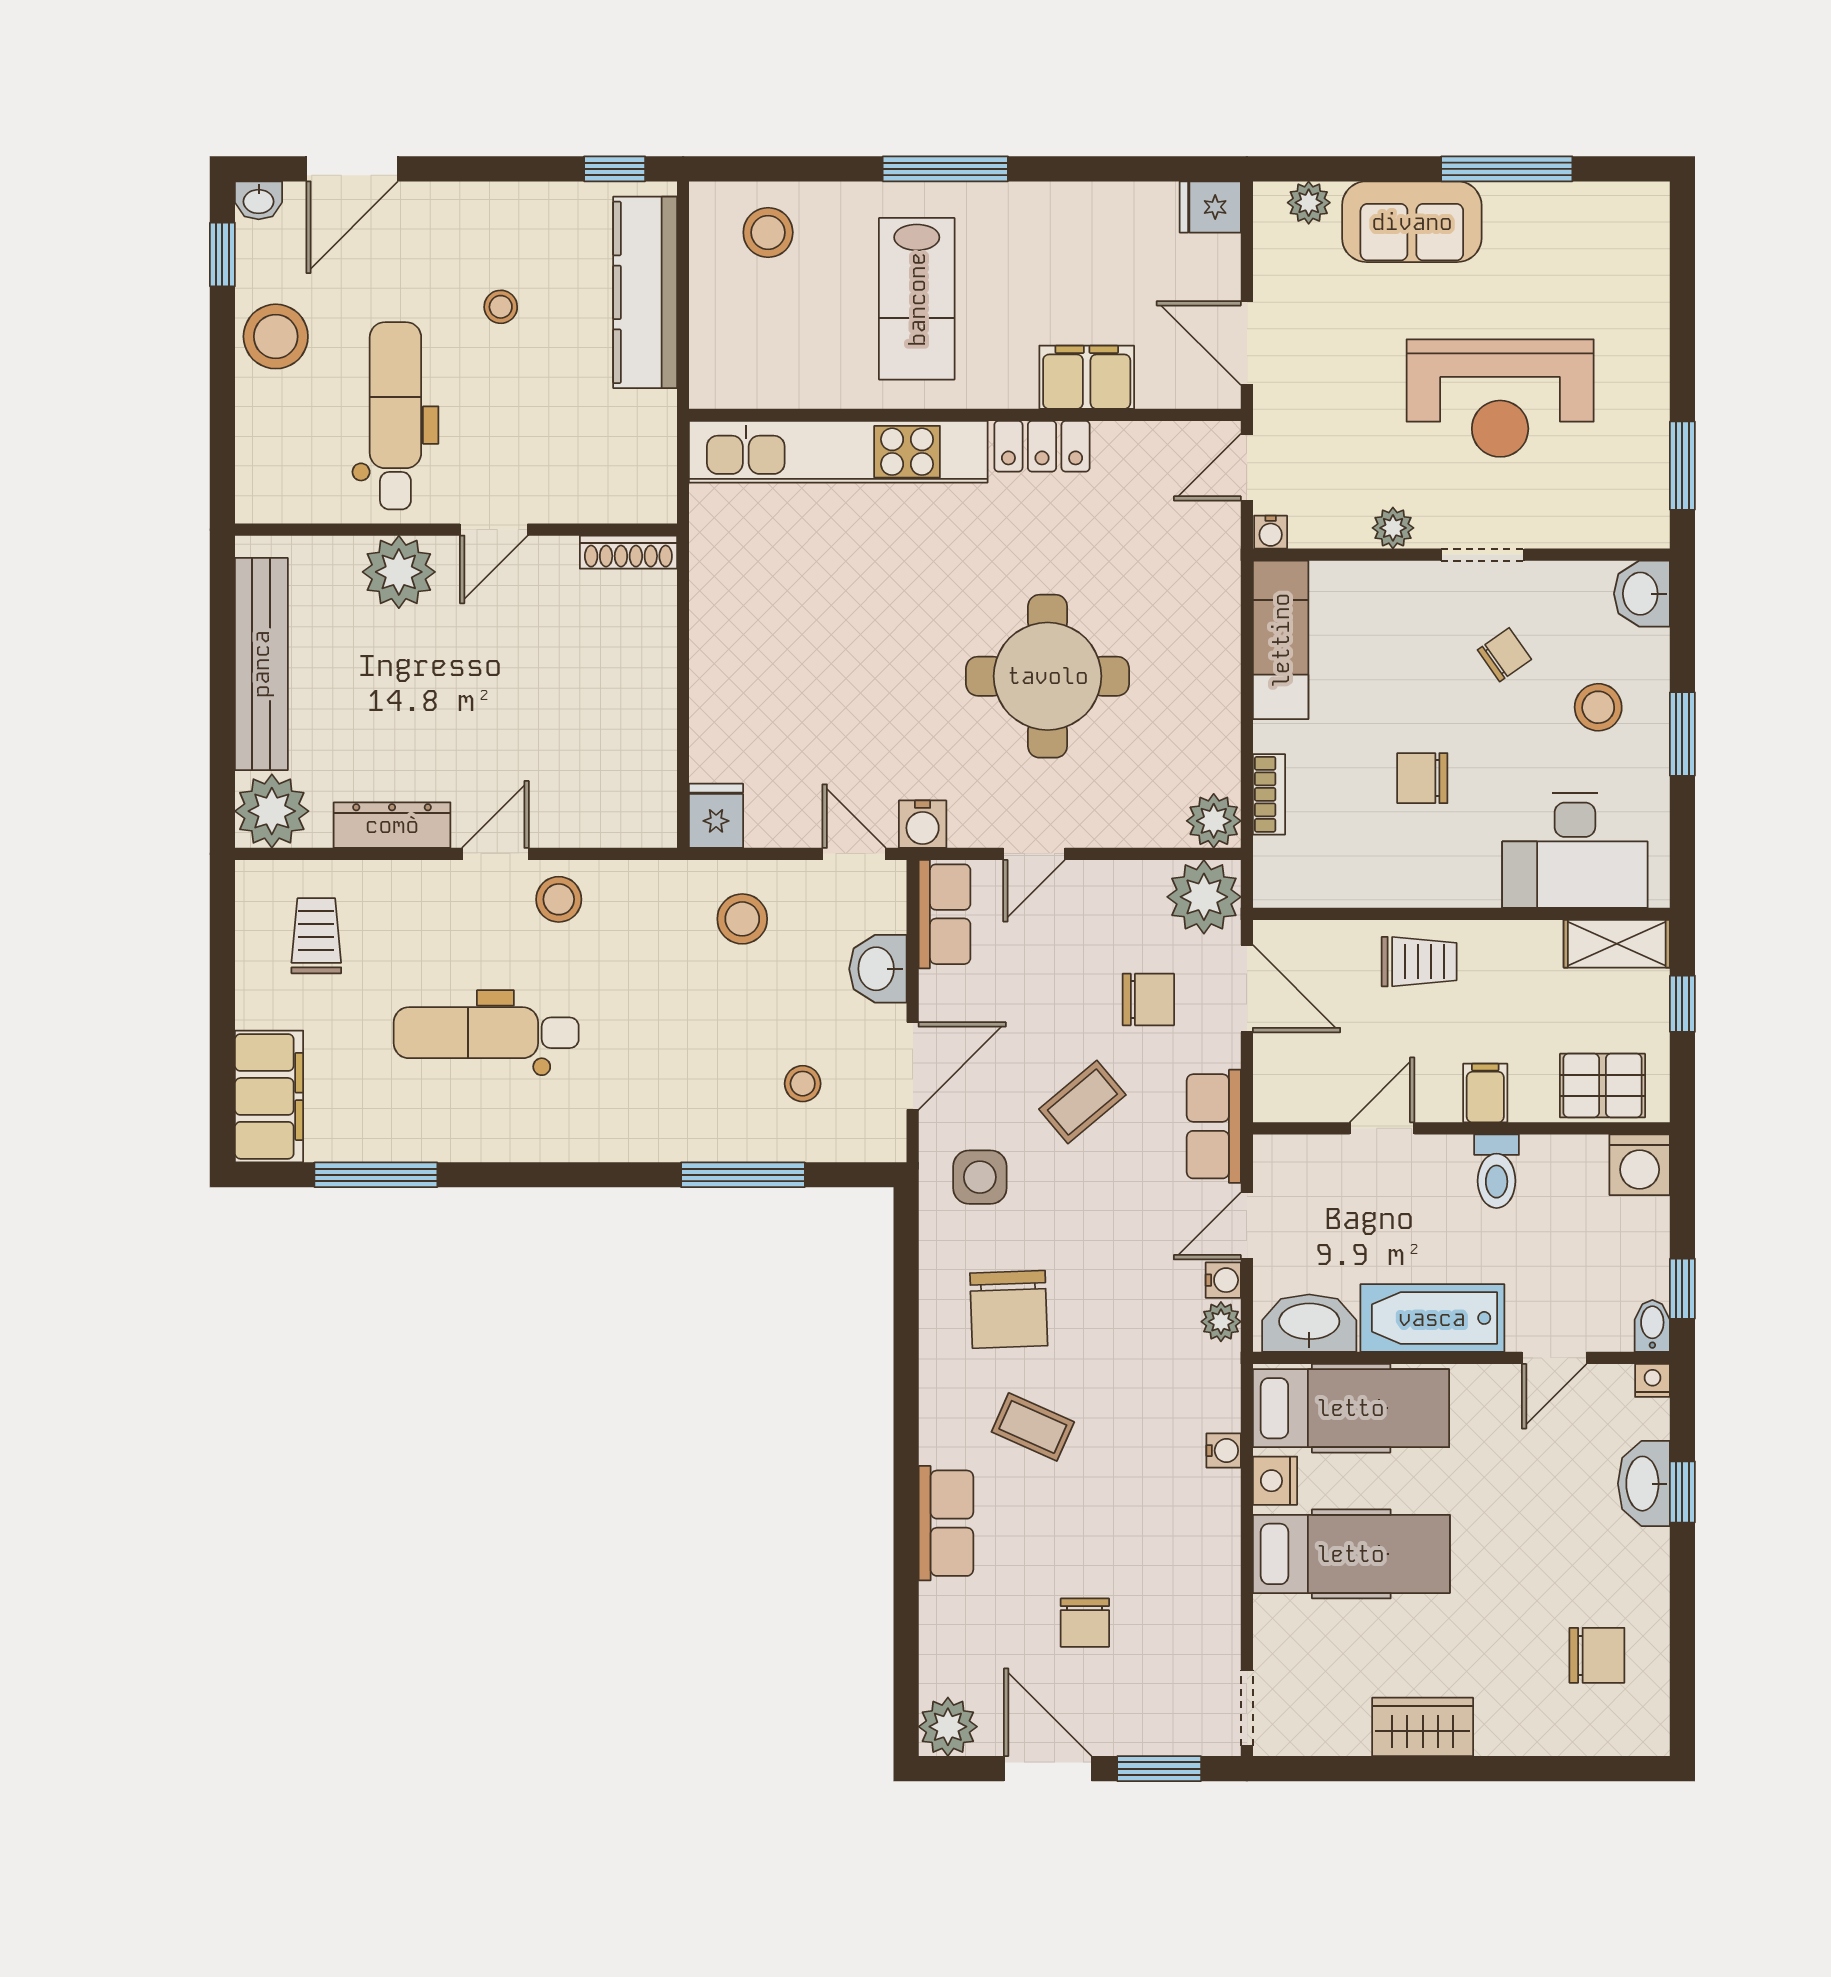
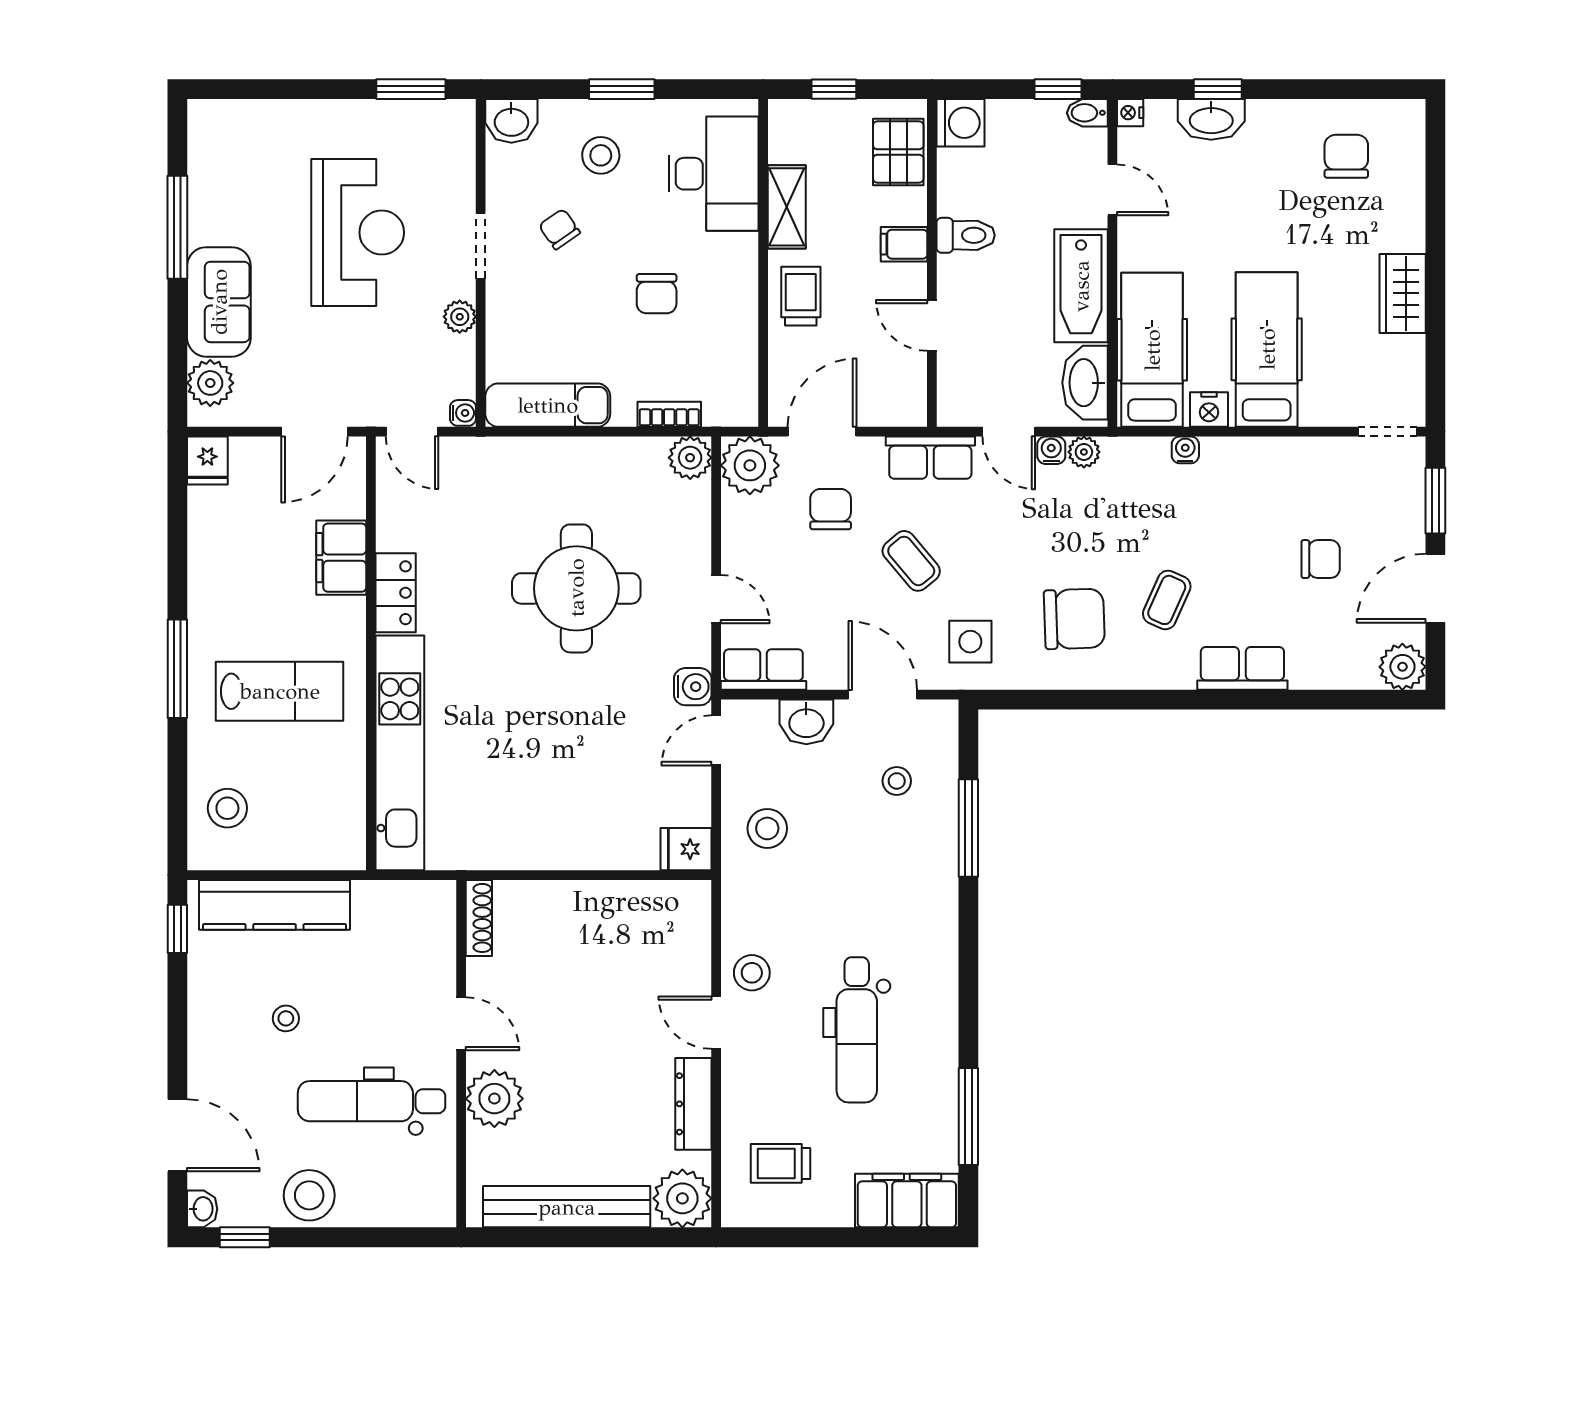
plant: (1309, 203) -> (210, 383), width x1.38, depth x1.38
shelving: (1617, 944) -> (787, 207), moved

